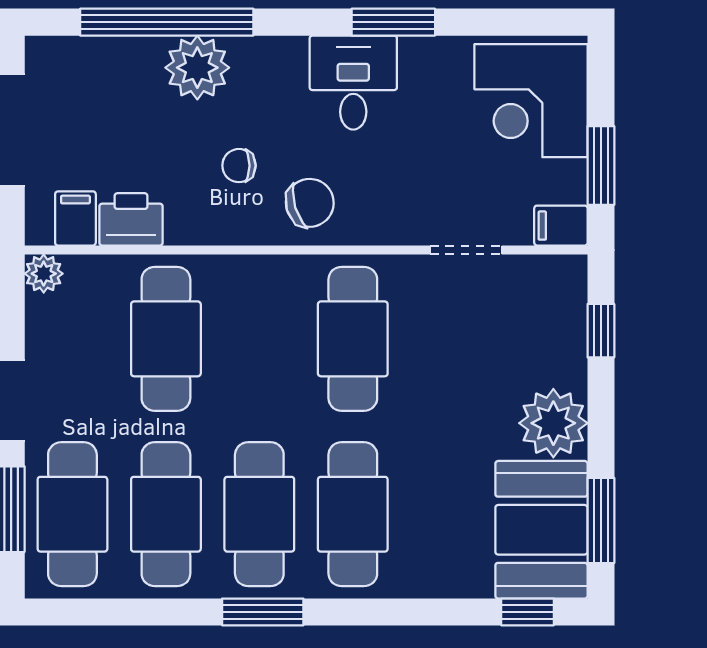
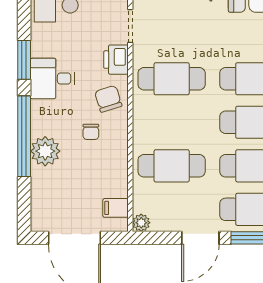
window: (167, 22) -> (24, 136), moved
printer: (131, 219) -> (116, 60), moved

